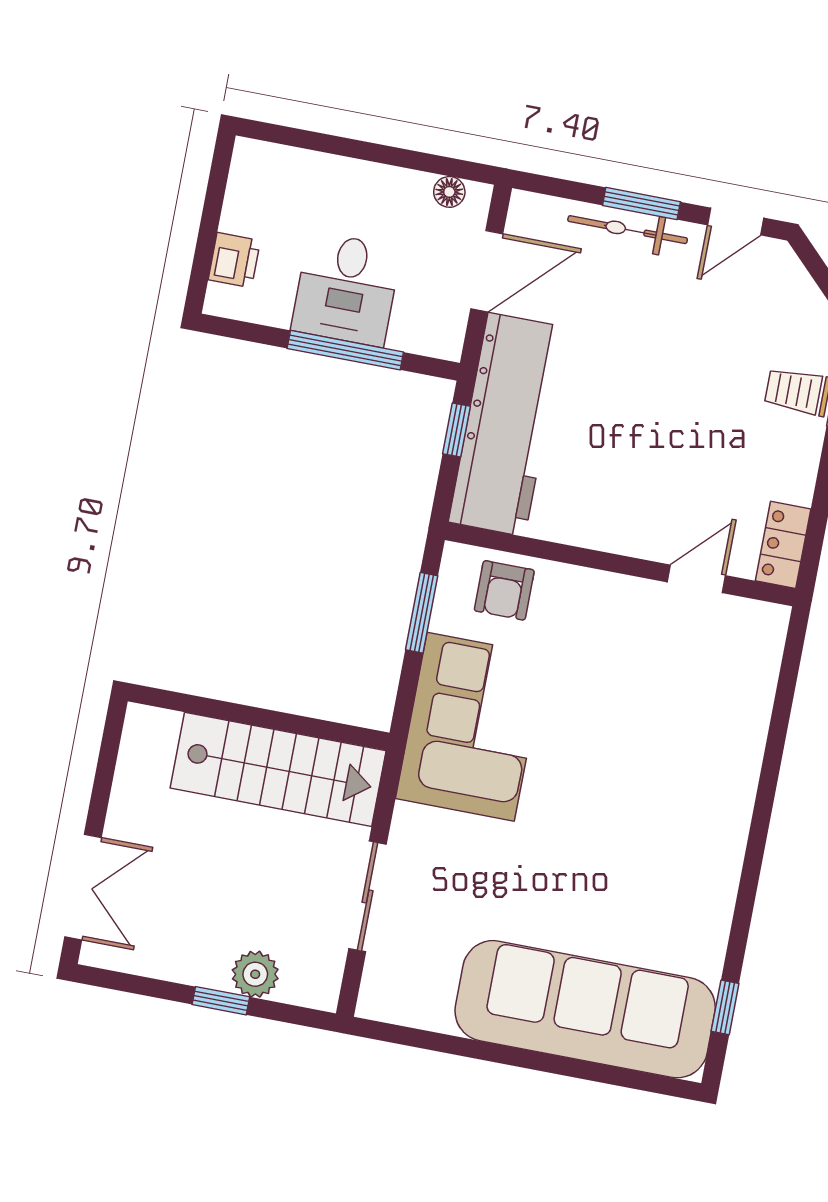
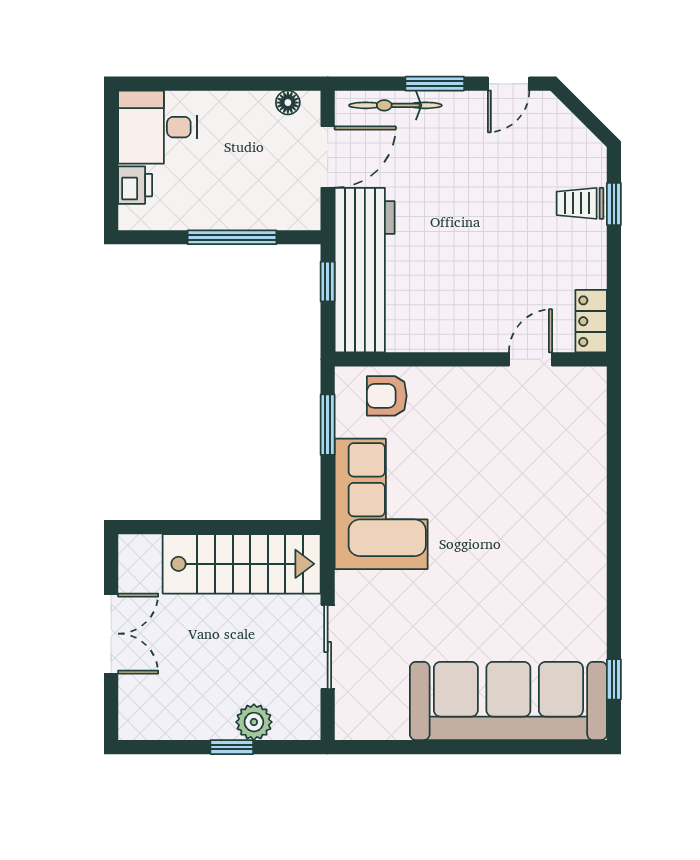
bicycle: (628, 230) -> (395, 105), moved
desk: (346, 289) -> (158, 127), moved, turned 90
armchair: (504, 590) -> (387, 396), turned 90
double door: (83, 887) -> (111, 634), moved

